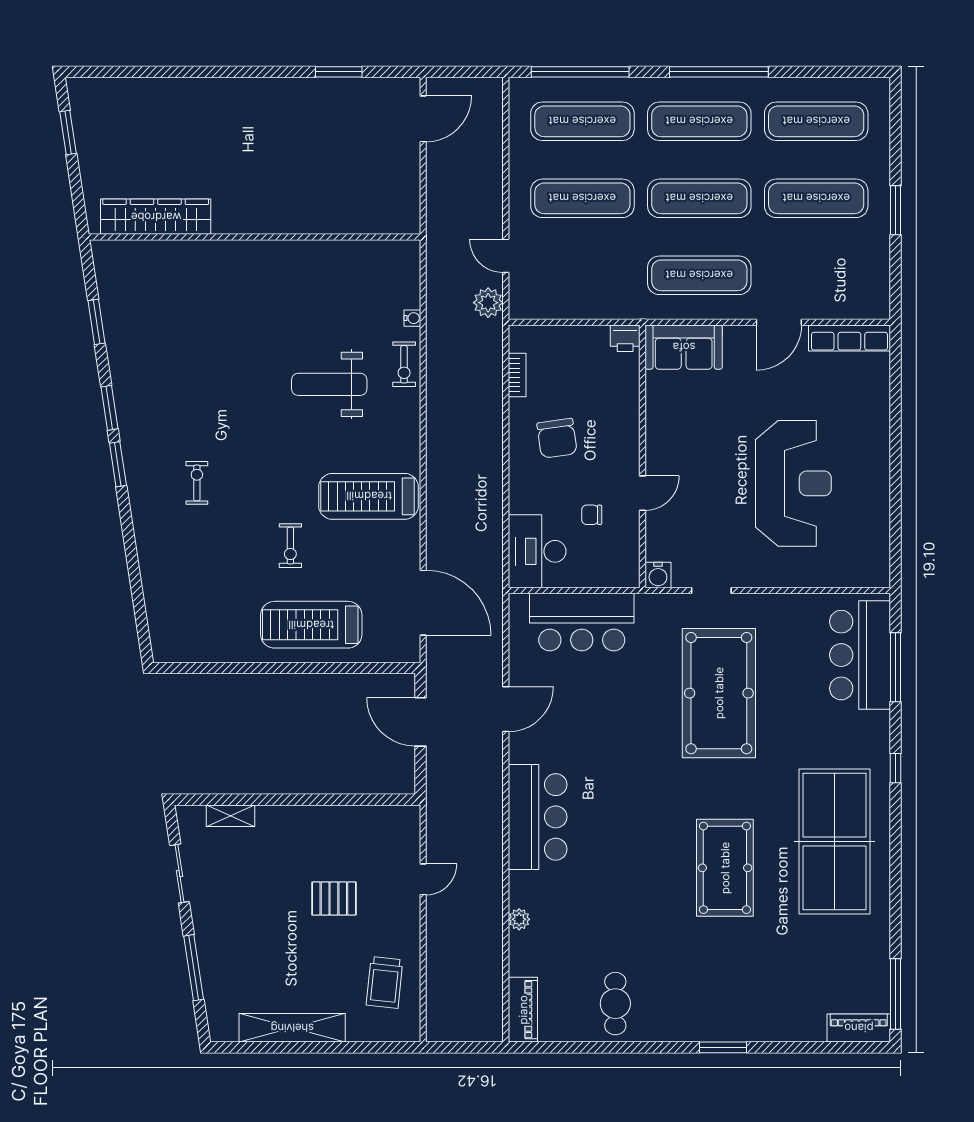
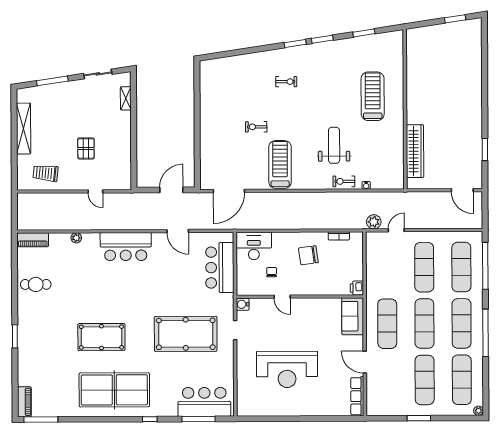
plant: (880, 87) -> (478, 411), added
wardrobe: (156, 217) -> (415, 151), moved
treadmill: (311, 625) -> (373, 96), moved

